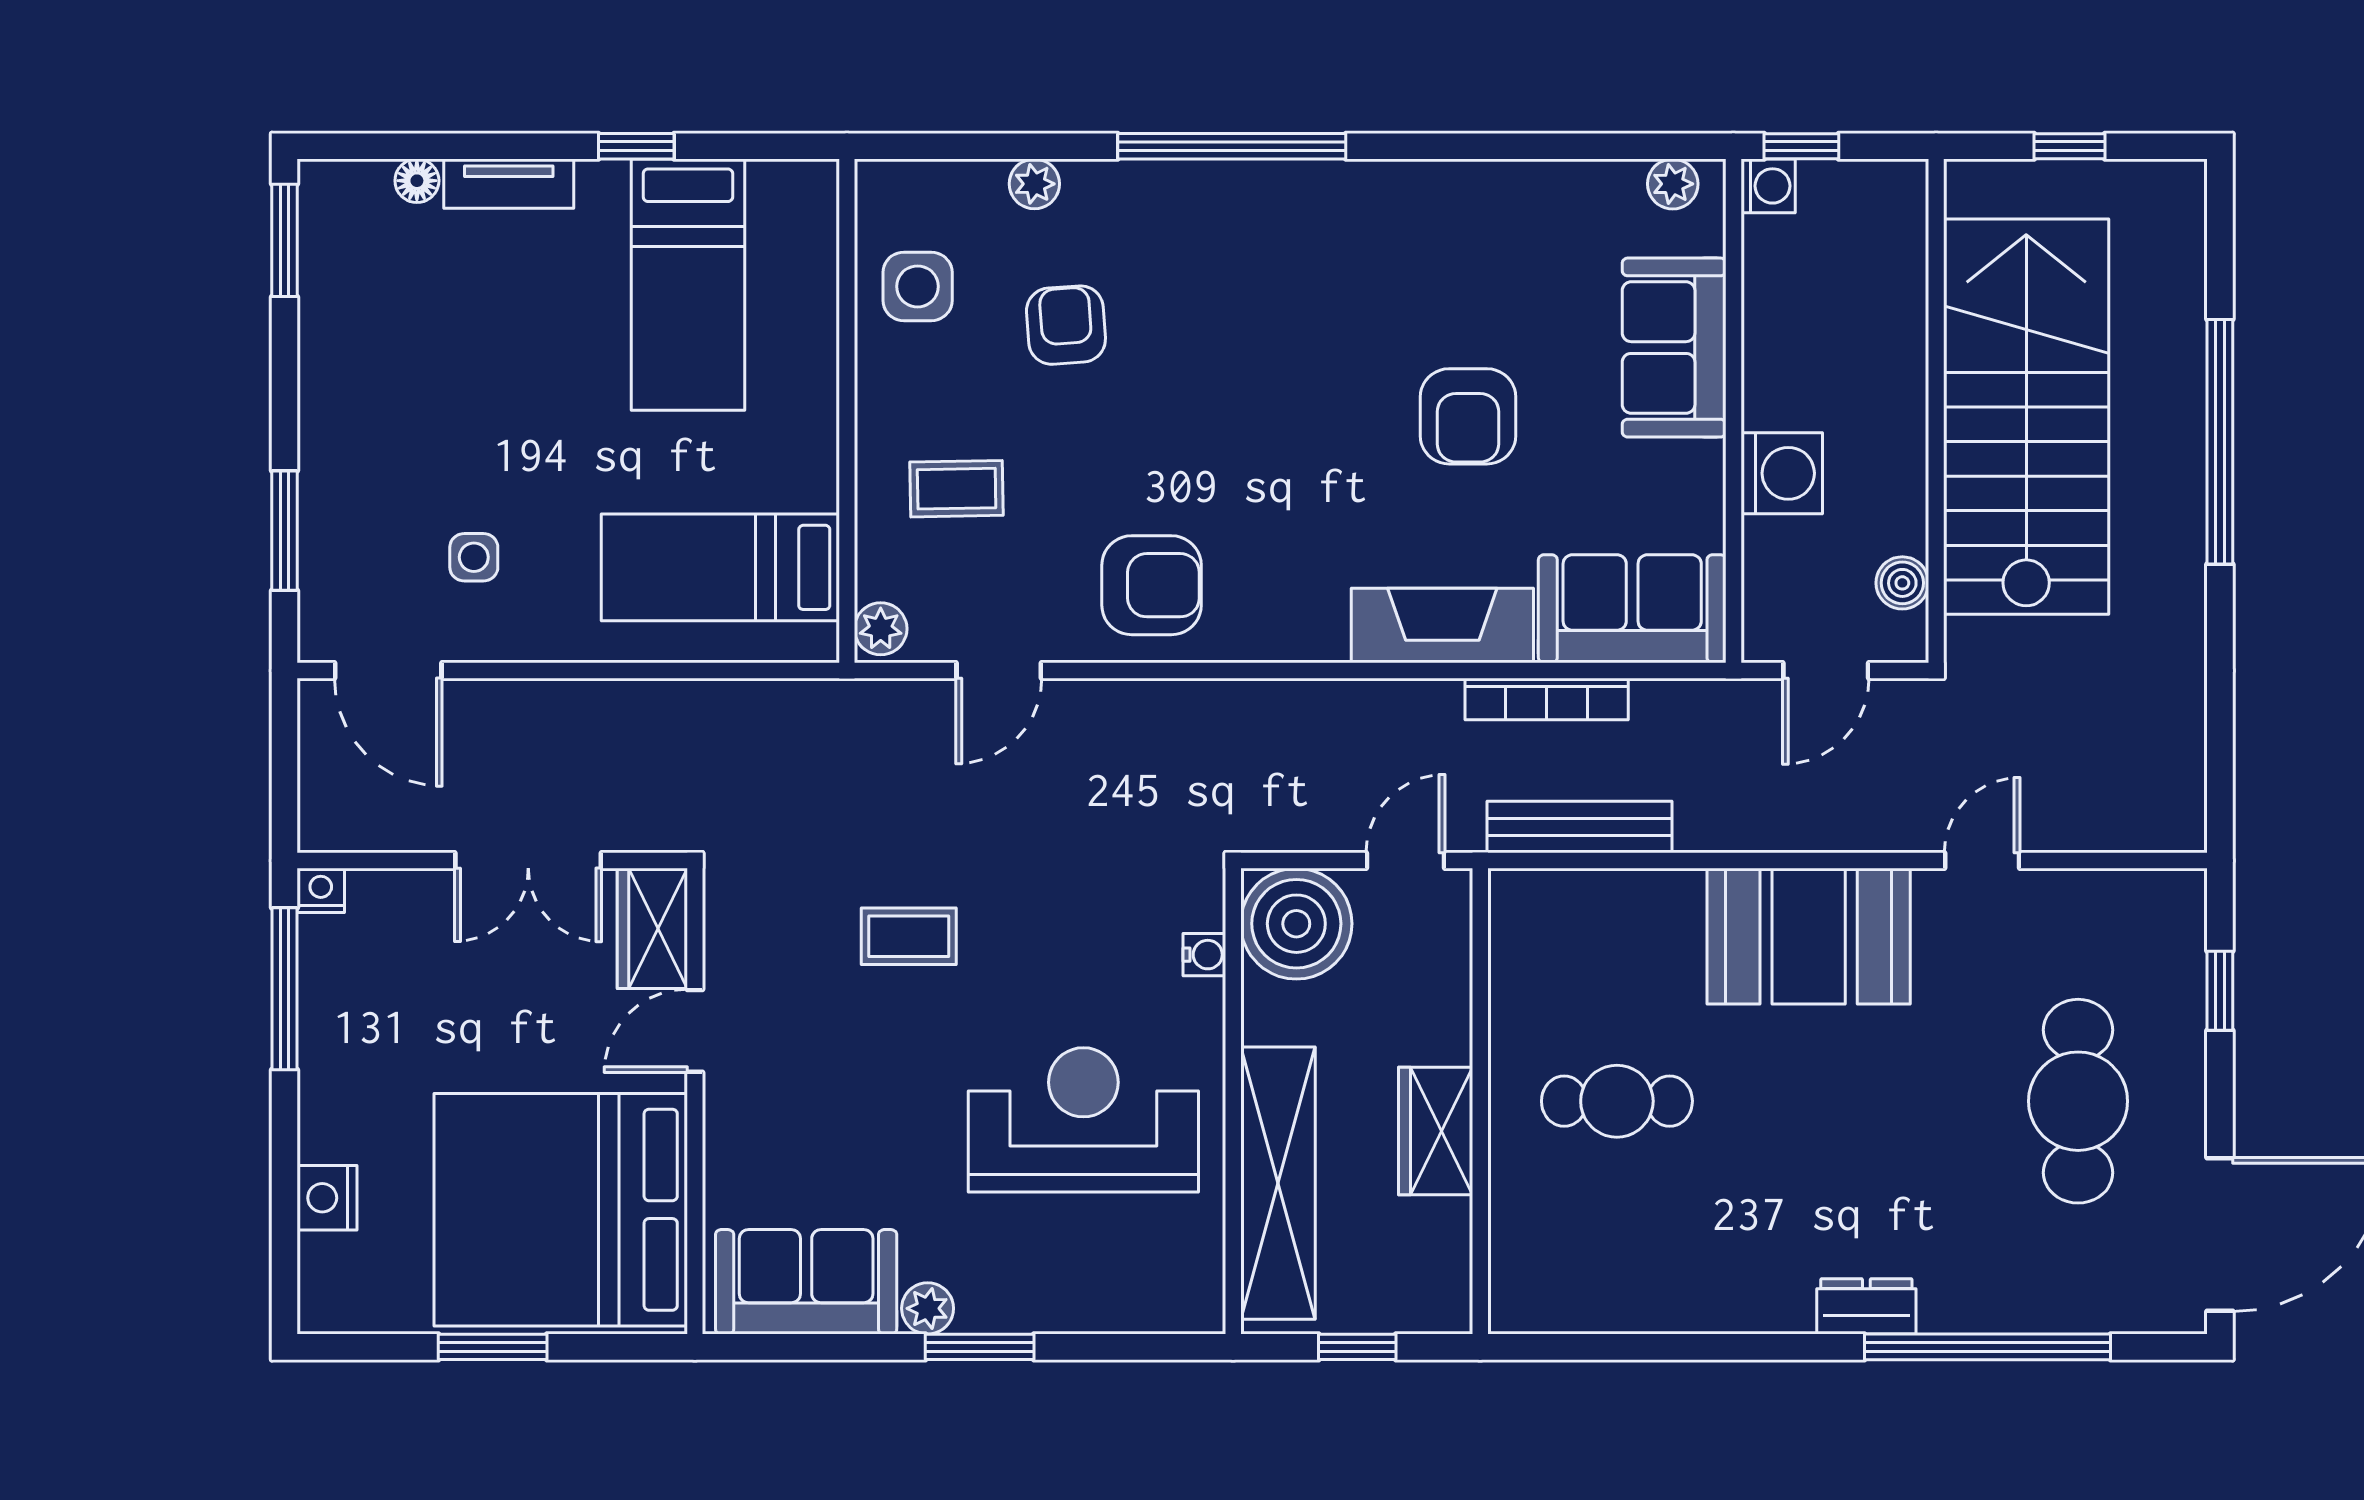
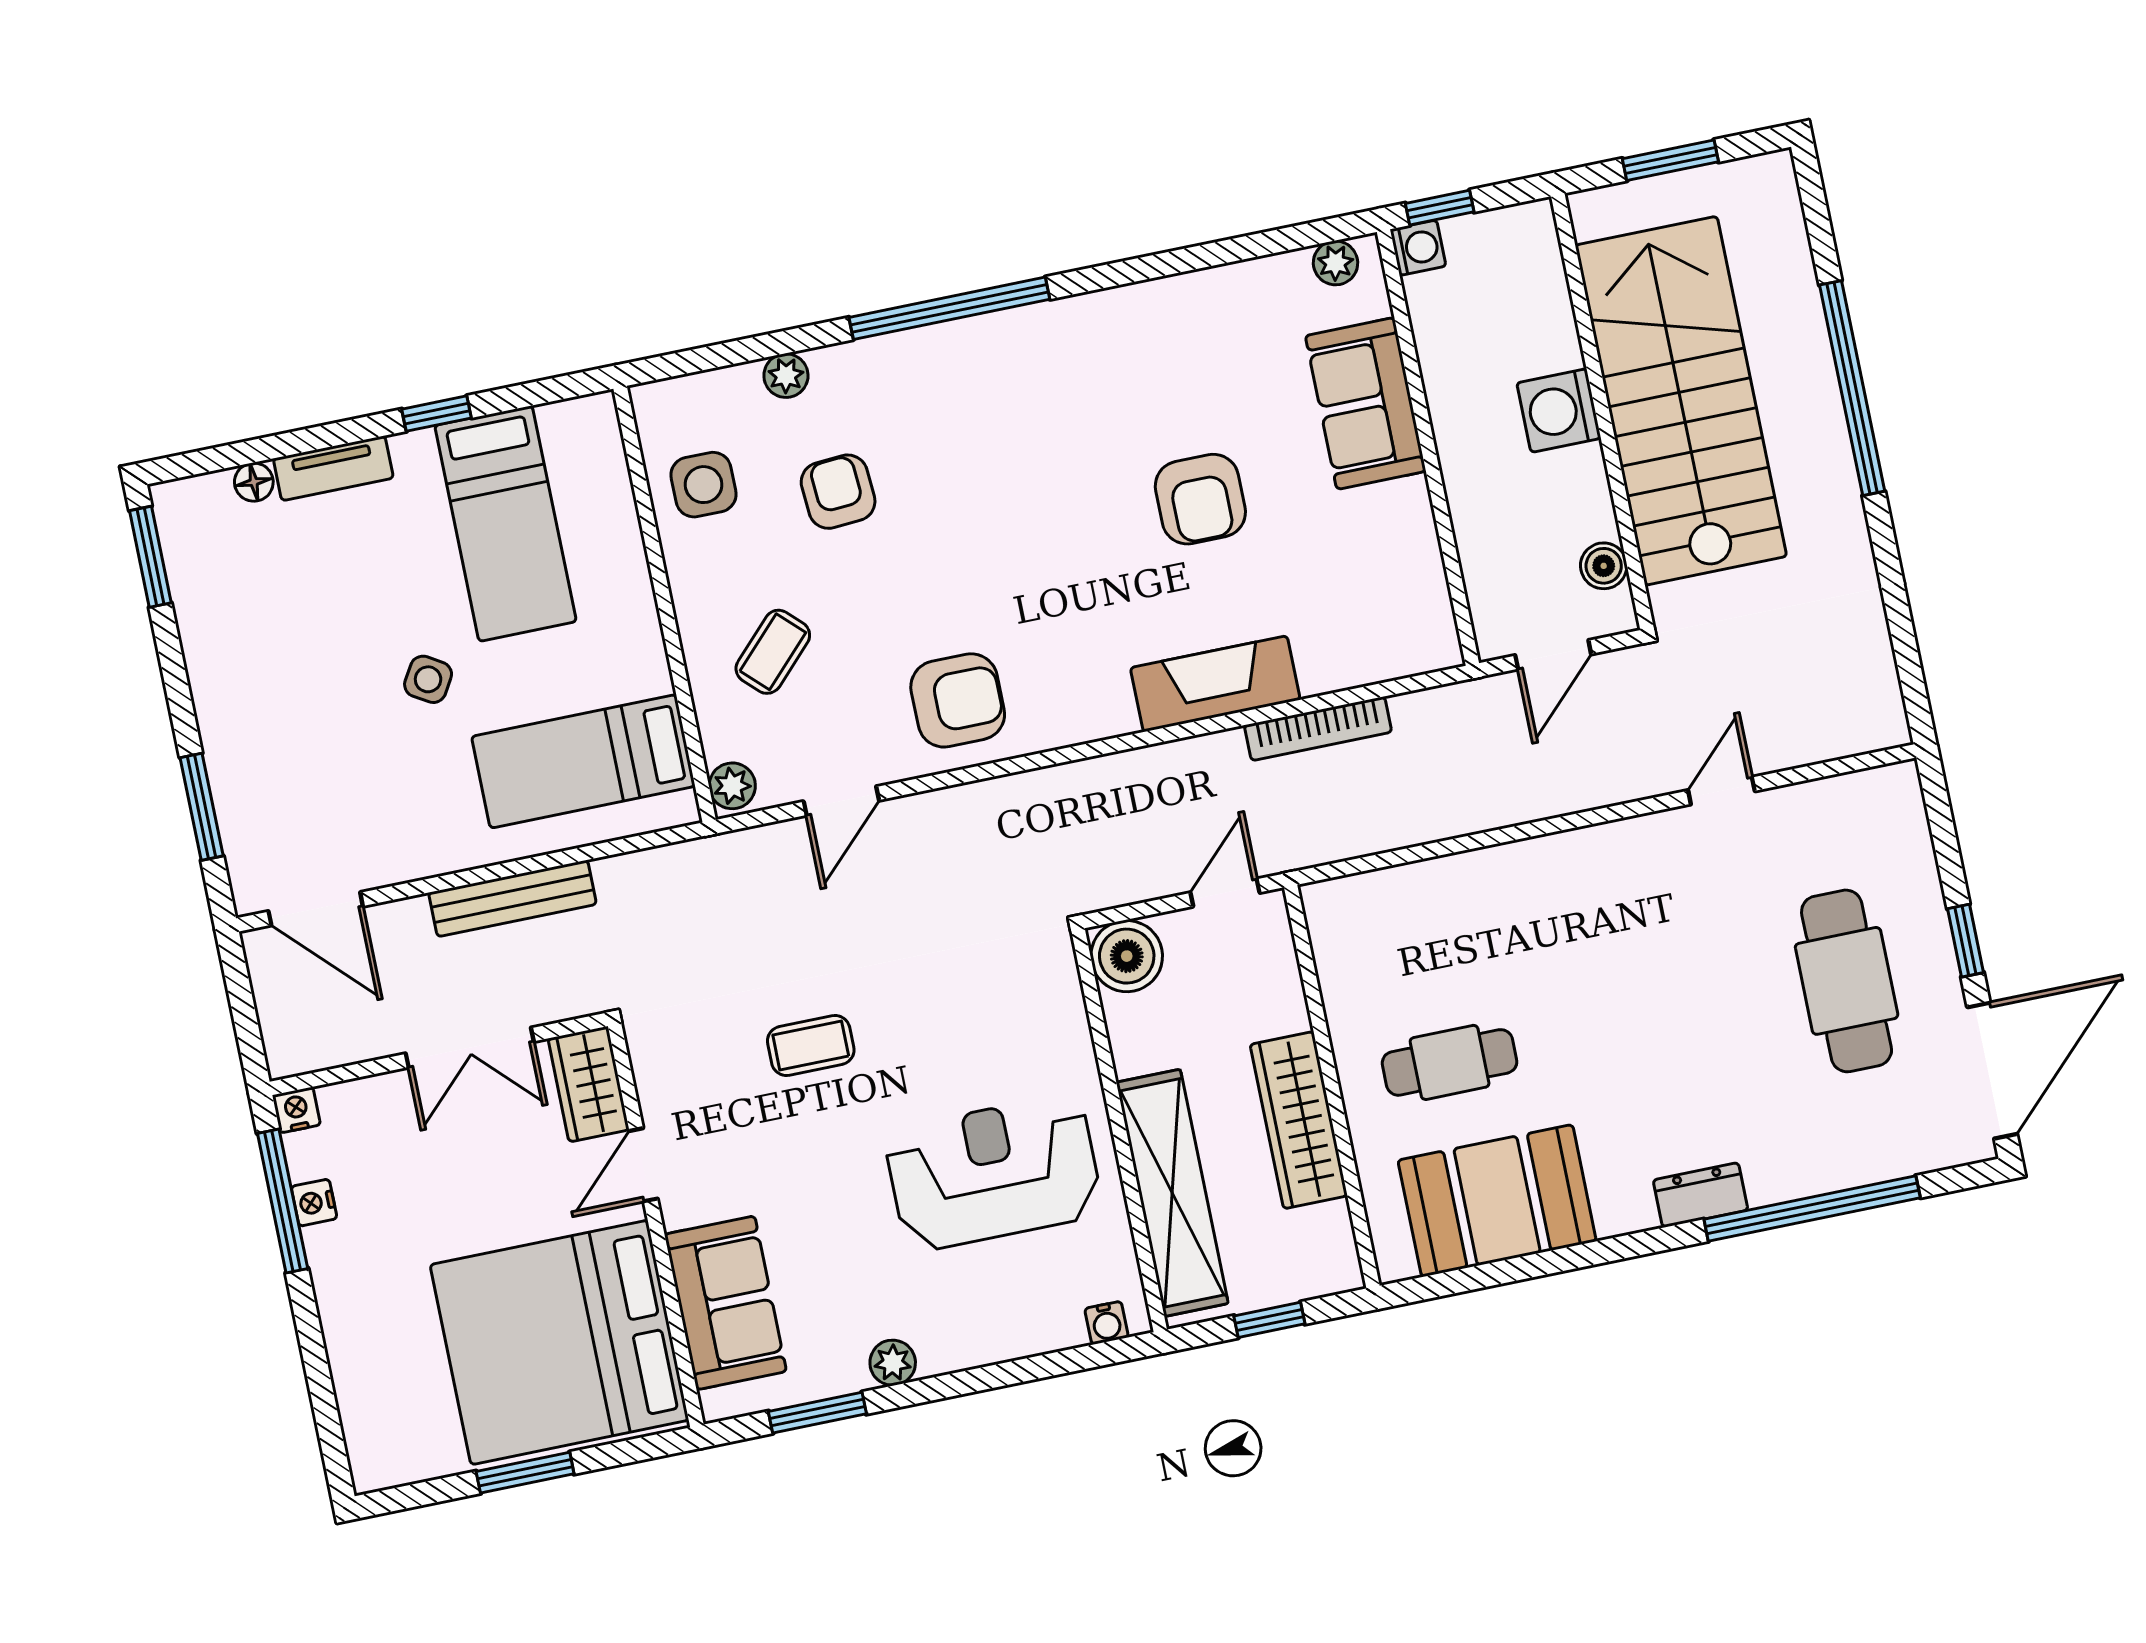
window: (2069, 146) -> (1670, 160), width x1.50
washing machine: (1782, 473) -> (1559, 411), moved, turned 180
coffee table: (957, 489) -> (773, 652), turned -45
side table: (474, 557) -> (428, 679), moved, turned 31
sofa: (1632, 609) -> (1376, 636), removed
bench: (1579, 827) -> (512, 898), moved
boiler: (1296, 924) -> (1127, 956), width x0.73, depth x0.73
booth: (1809, 936) -> (1497, 1201), moved
water cooler: (1204, 955) -> (1106, 1323), moved, turned 90
window: (2220, 991) -> (1965, 941), moved
wardrobe: (1436, 1131) -> (1299, 1120), width x1.50
nightstand: (327, 1198) -> (314, 1203), moved, width x0.72, depth x0.74
sofa: (806, 1282) -> (725, 1303), moved, turned 90
window: (980, 1347) -> (817, 1413), moved

